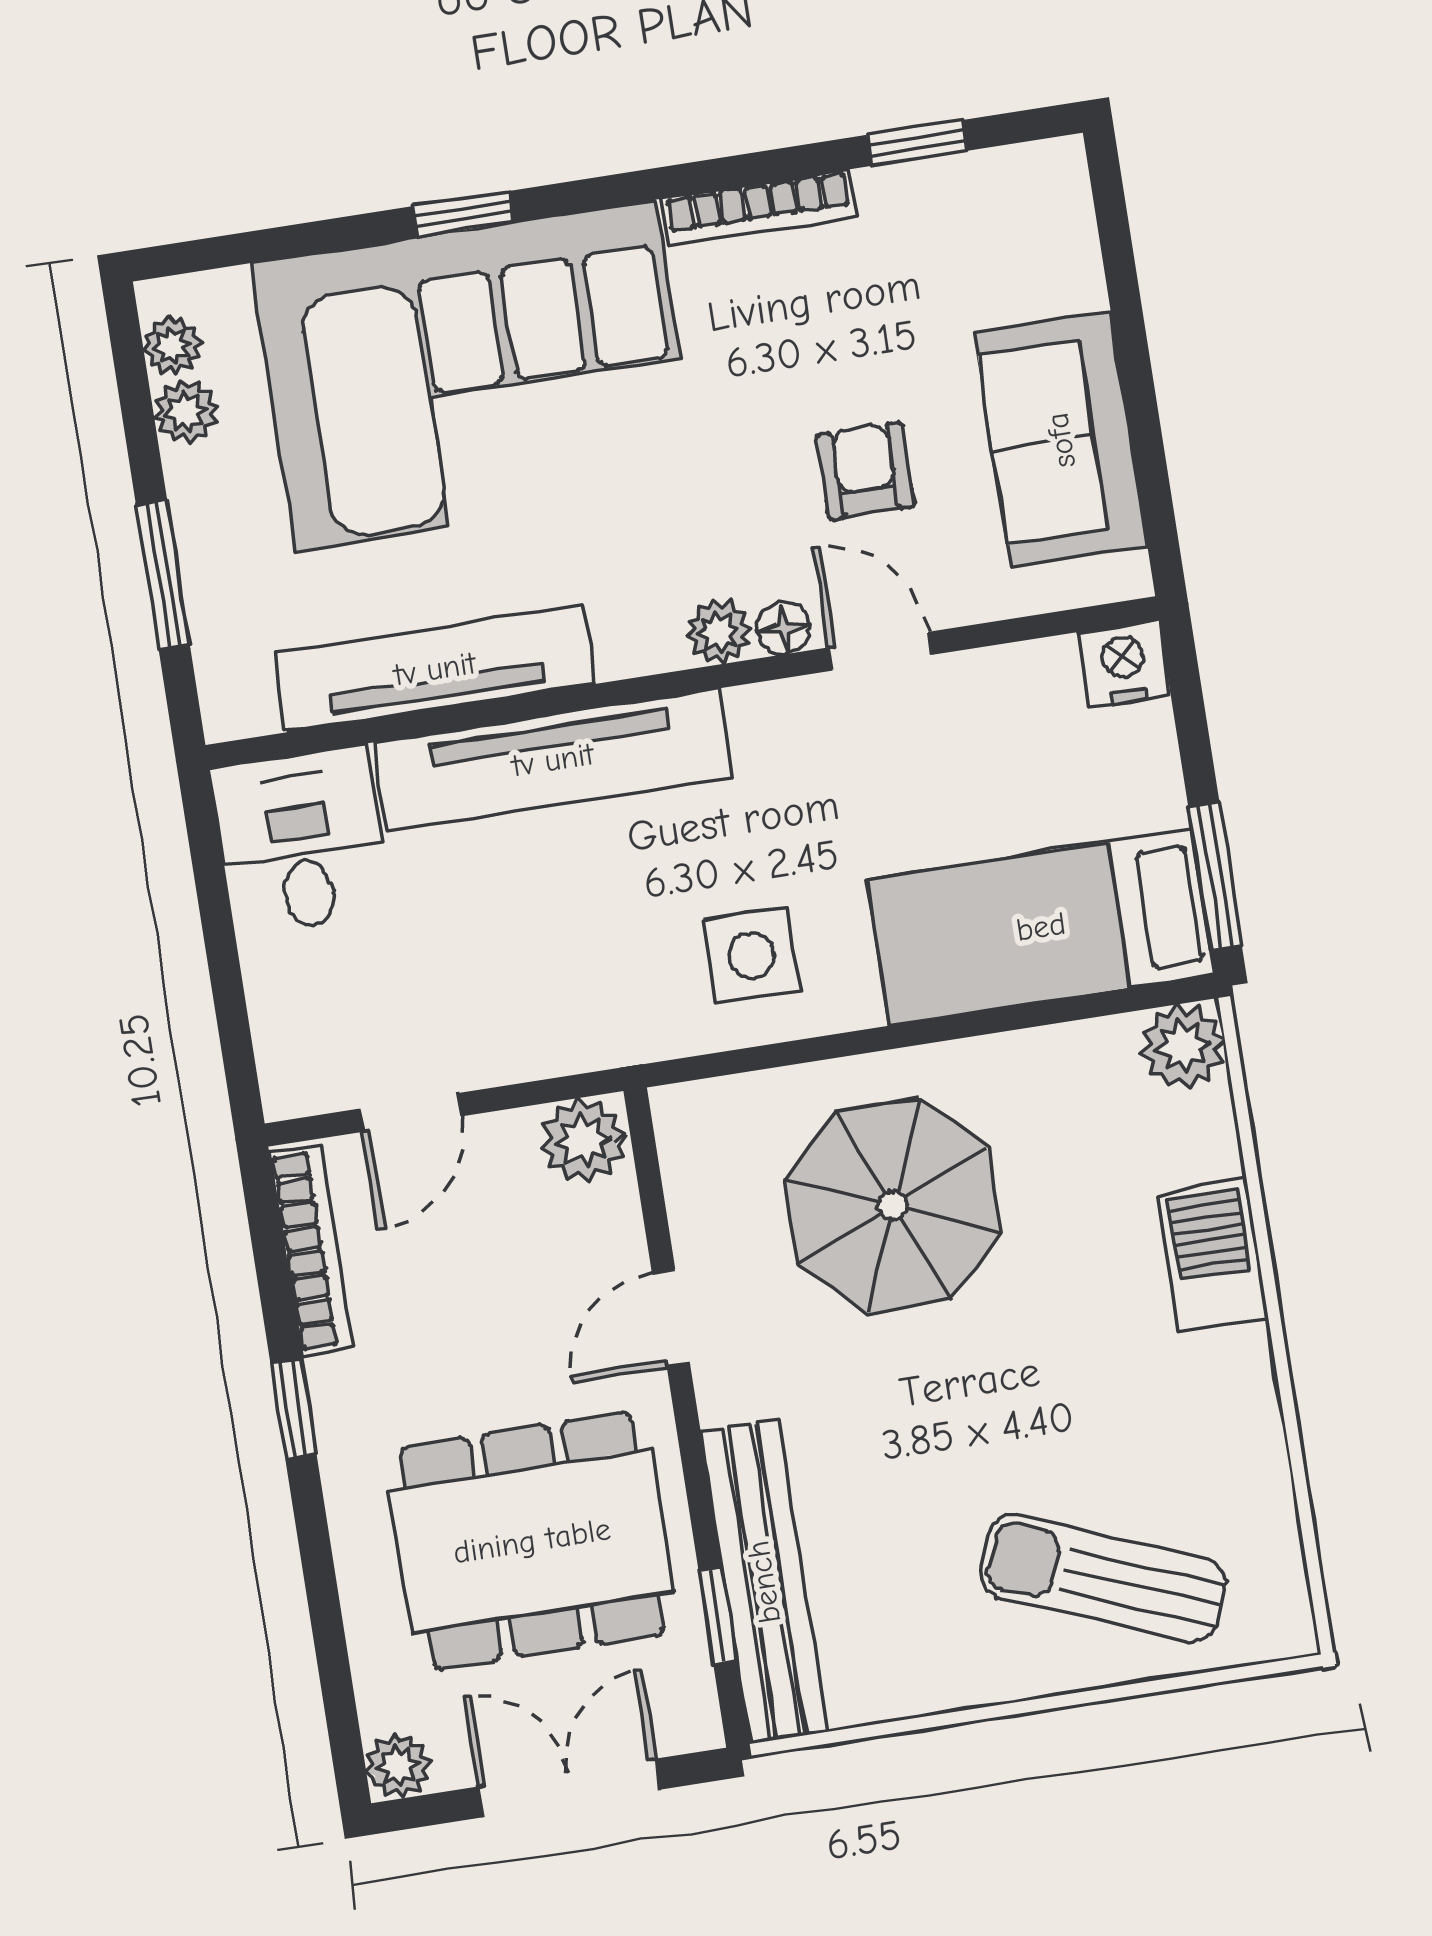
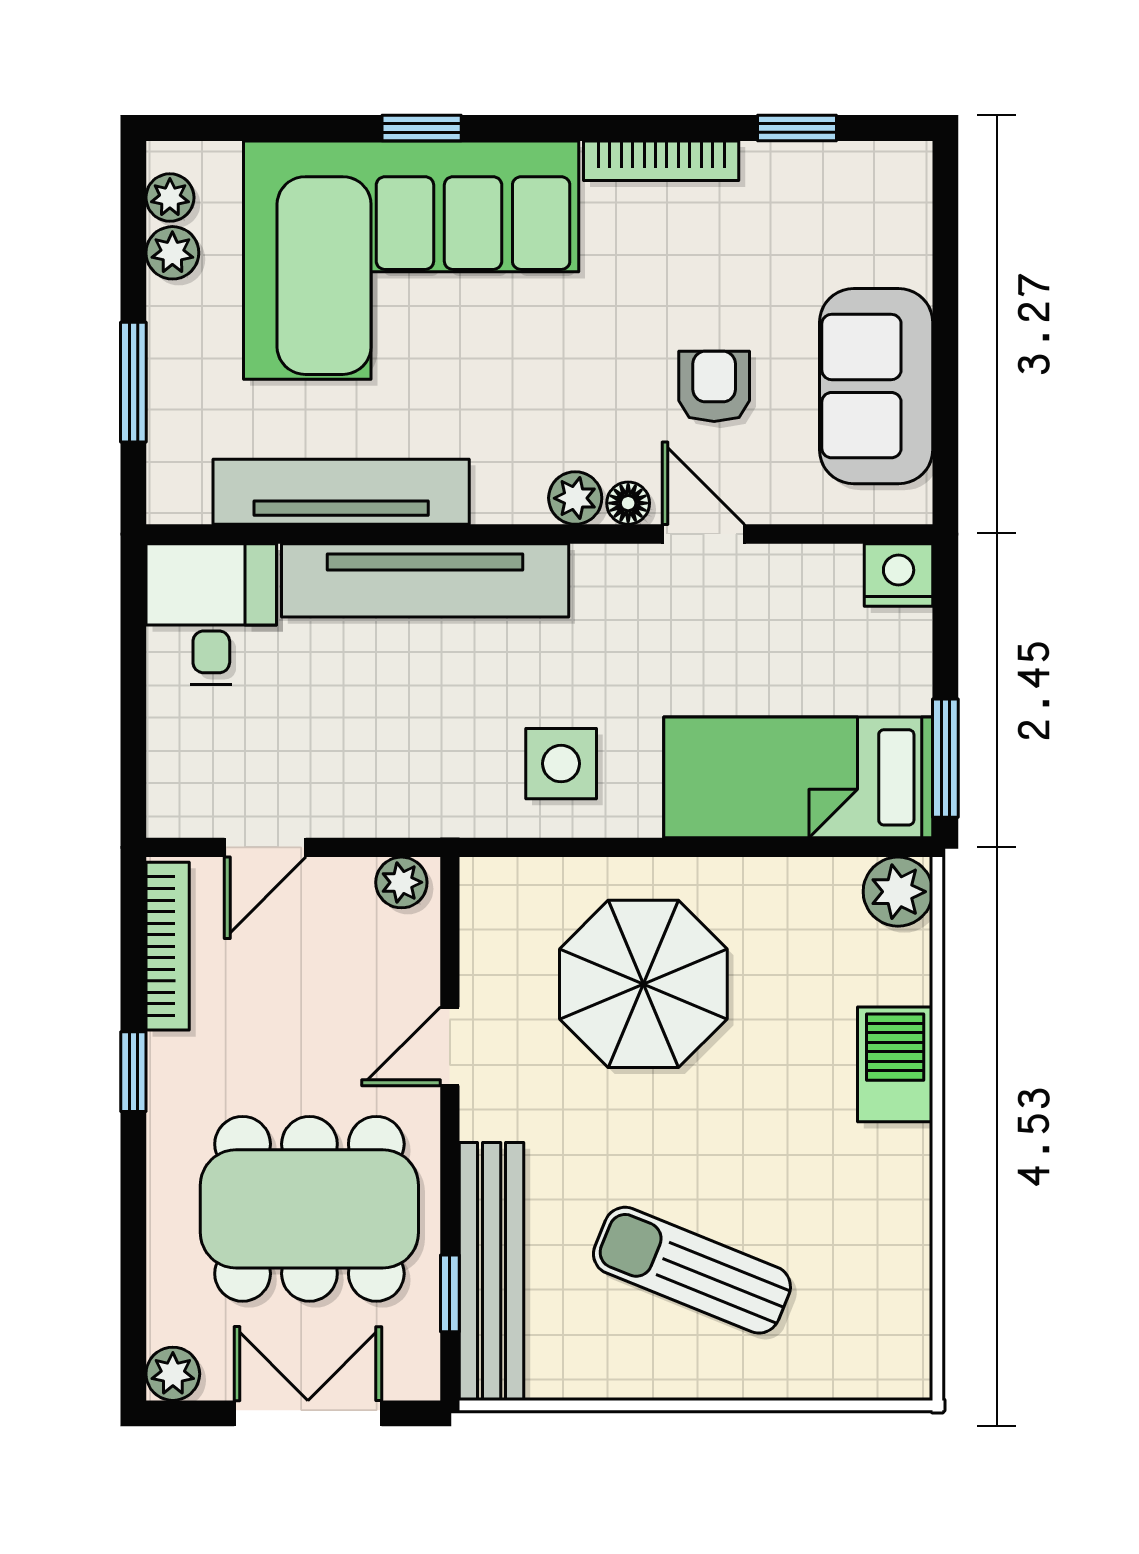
plant: (583, 1141) -> (401, 882), width x0.73, depth x0.73
sun lounger: (1103, 1578) -> (692, 1270), moved

